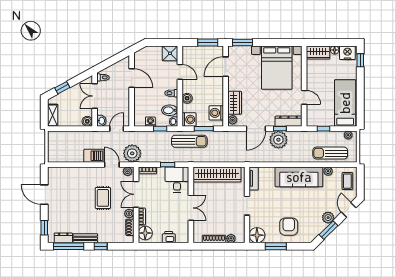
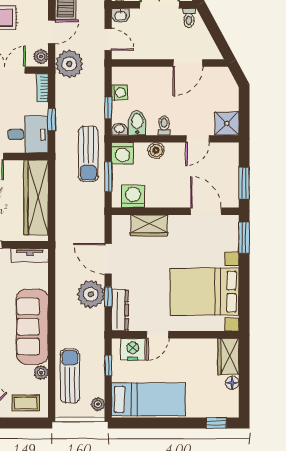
nightstand: (347, 53) -> (133, 349), moved, turned -90
plant: (233, 120) -> (122, 222), removed

